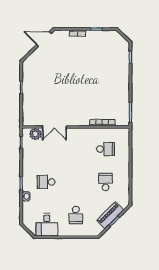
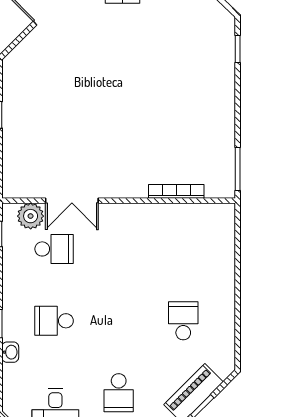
school desk: (105, 149) -> (54, 249), moved

